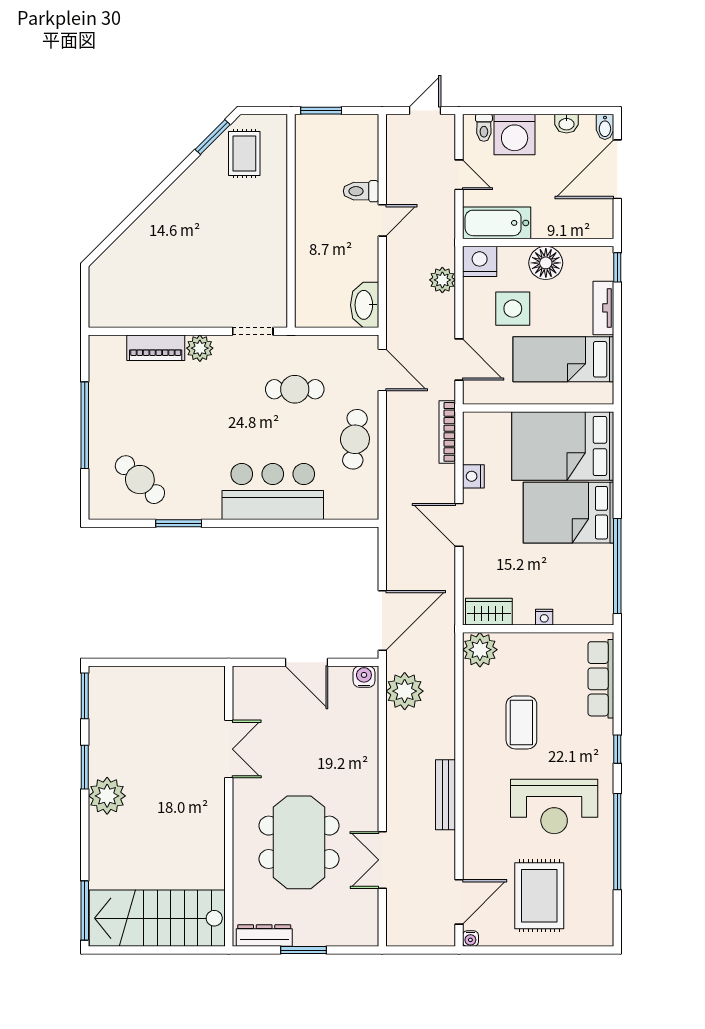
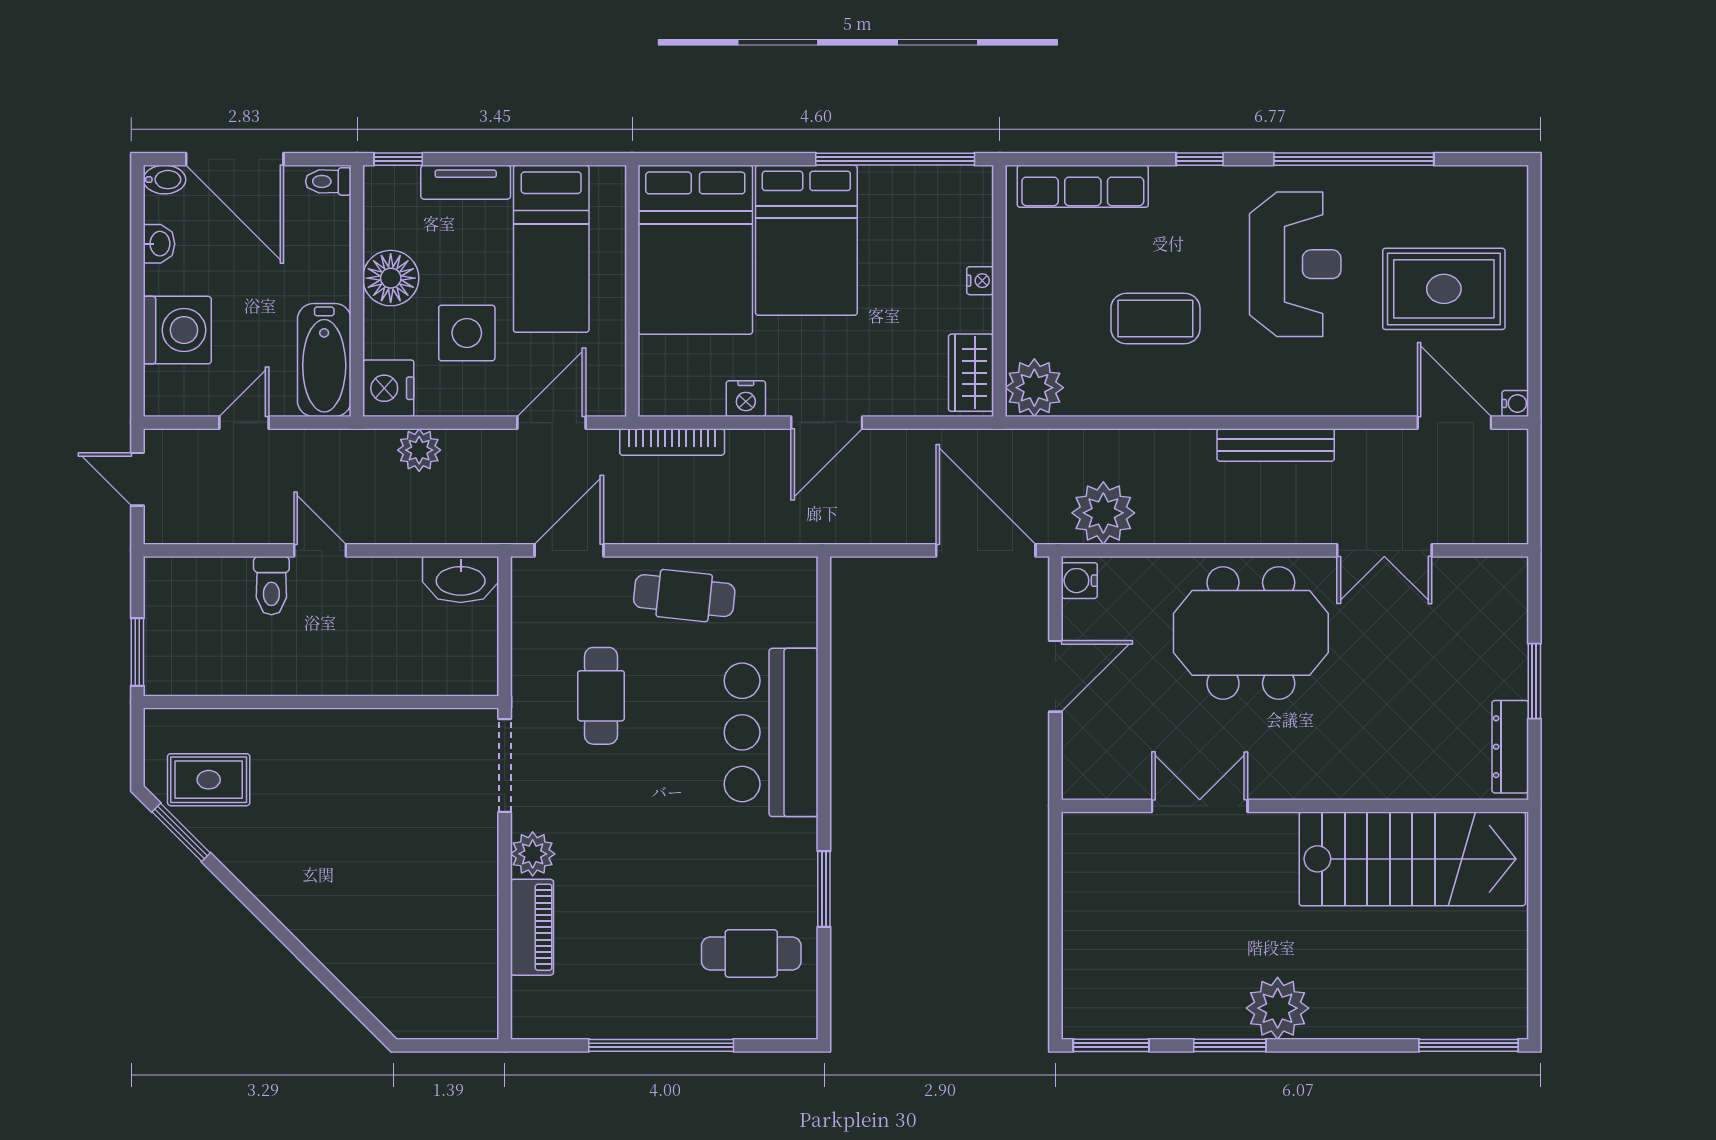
toilet: (484, 128) -> (328, 181), moved, turned 180
doorway: (253, 331) -> (505, 766), width x1.38
cafe table: (140, 480) -> (751, 953), turned 46
meeting table: (299, 842) -> (1251, 633), moved
stairs: (157, 918) -> (1412, 859), moved, turned -90

